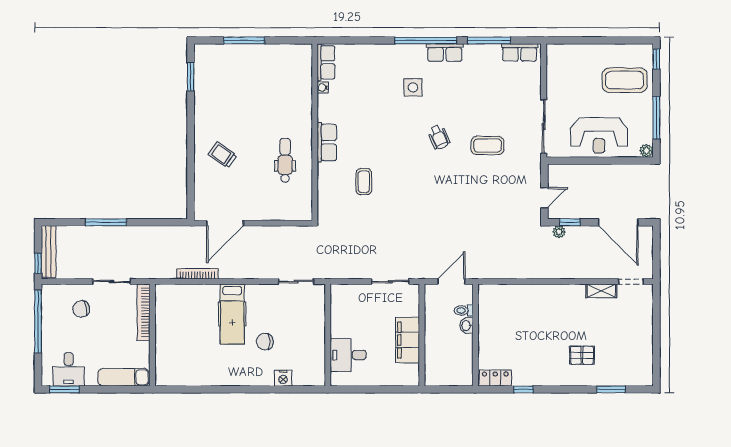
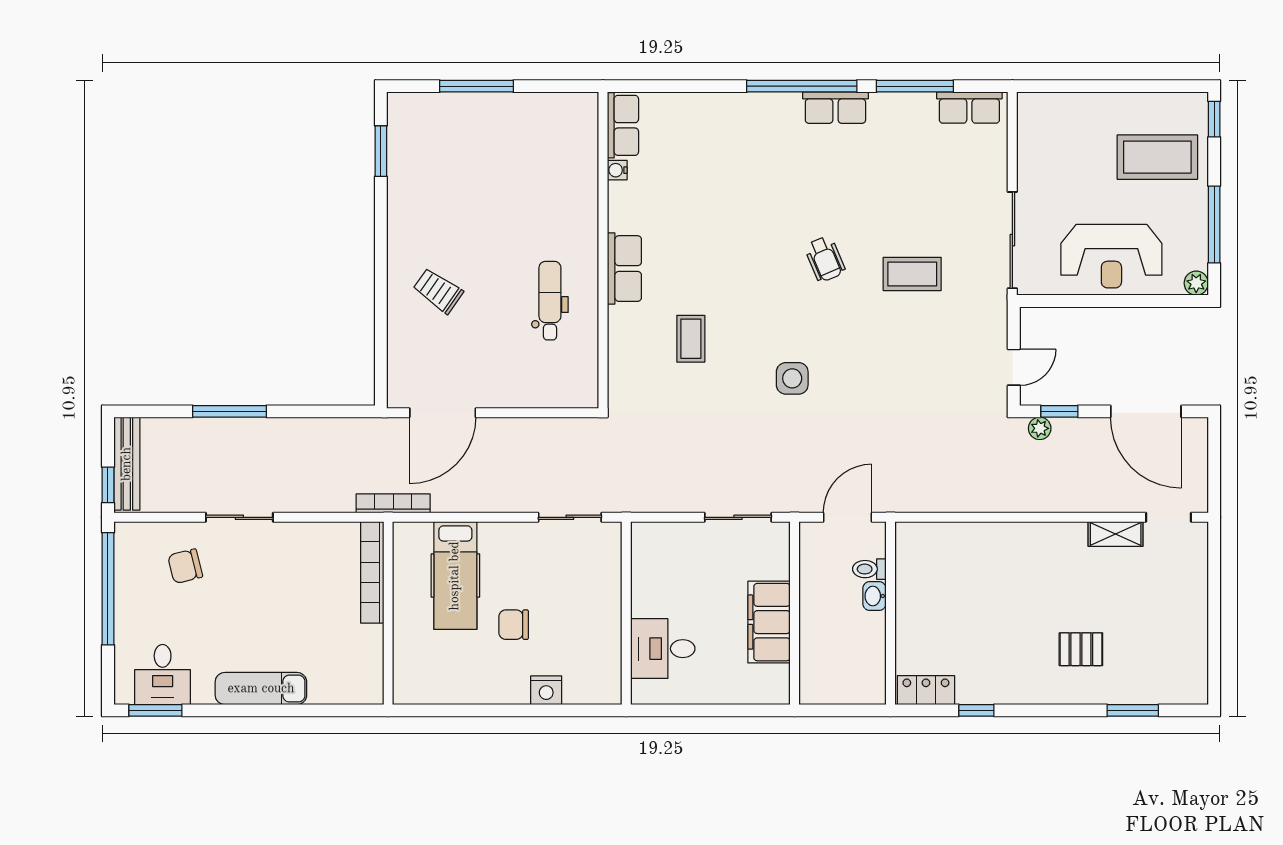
side table: (413, 87) -> (792, 378), moved
bookcase: (144, 312) -> (372, 572), moved
wall: (152, 335) -> (388, 613), moved

